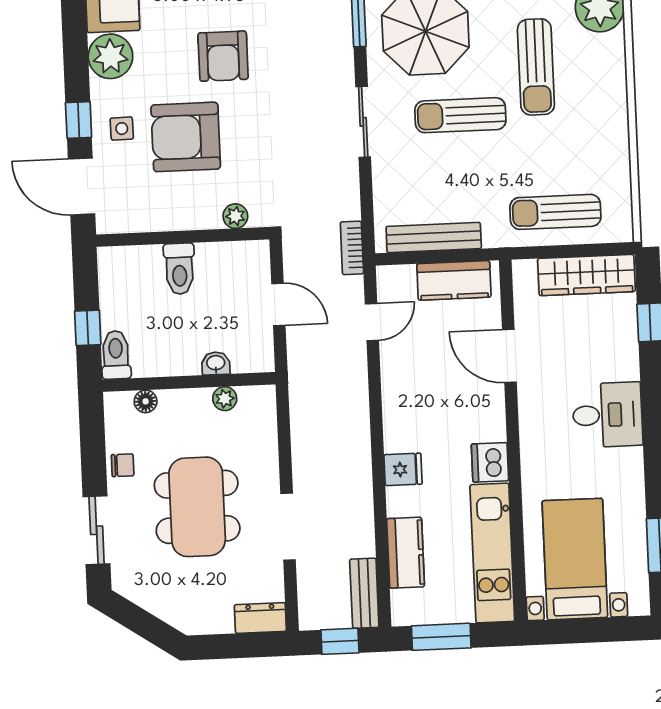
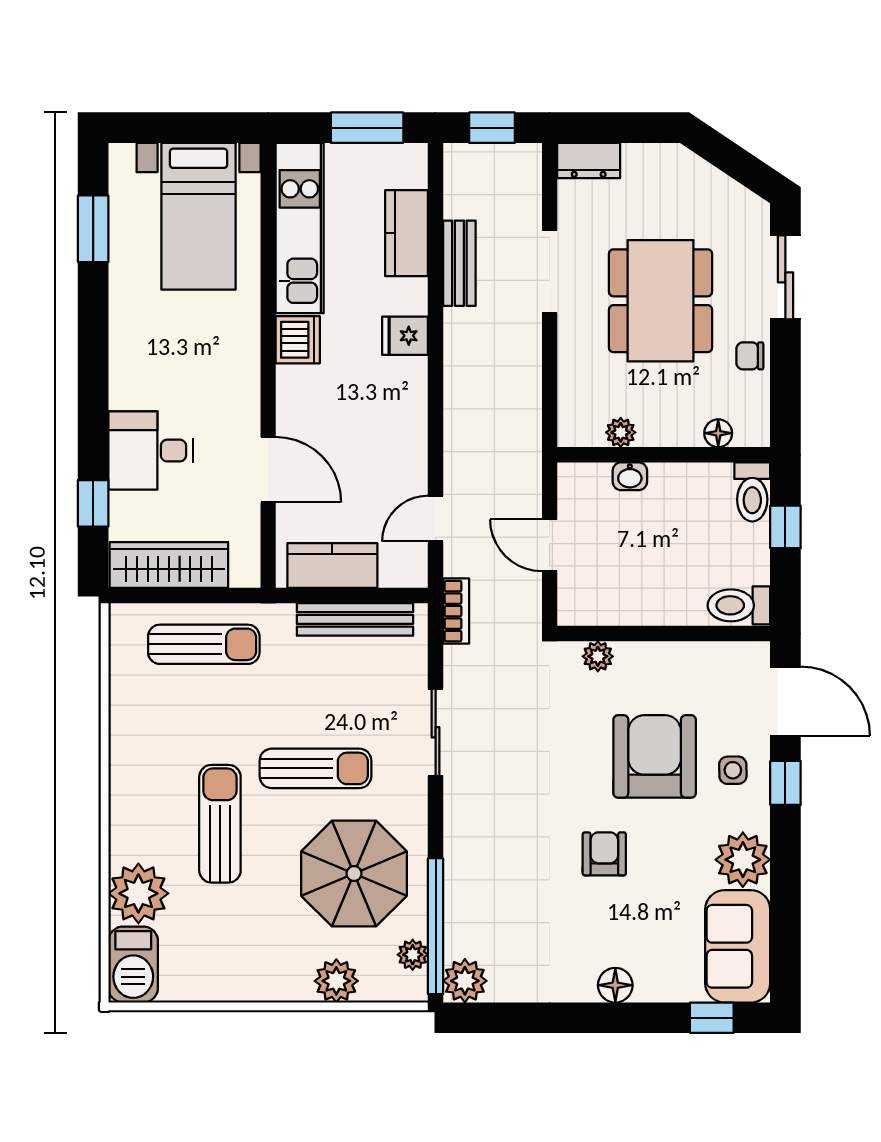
armchair: (223, 56) -> (604, 854), width x0.72, depth x0.72
sliding door: (363, 122) -> (436, 732), moved
armchair: (186, 137) -> (655, 756), turned -90
toilet: (179, 269) -> (739, 605), moved, turned -90
desk: (607, 415) -> (151, 451), moved
bench: (364, 593) -> (459, 263), moved

